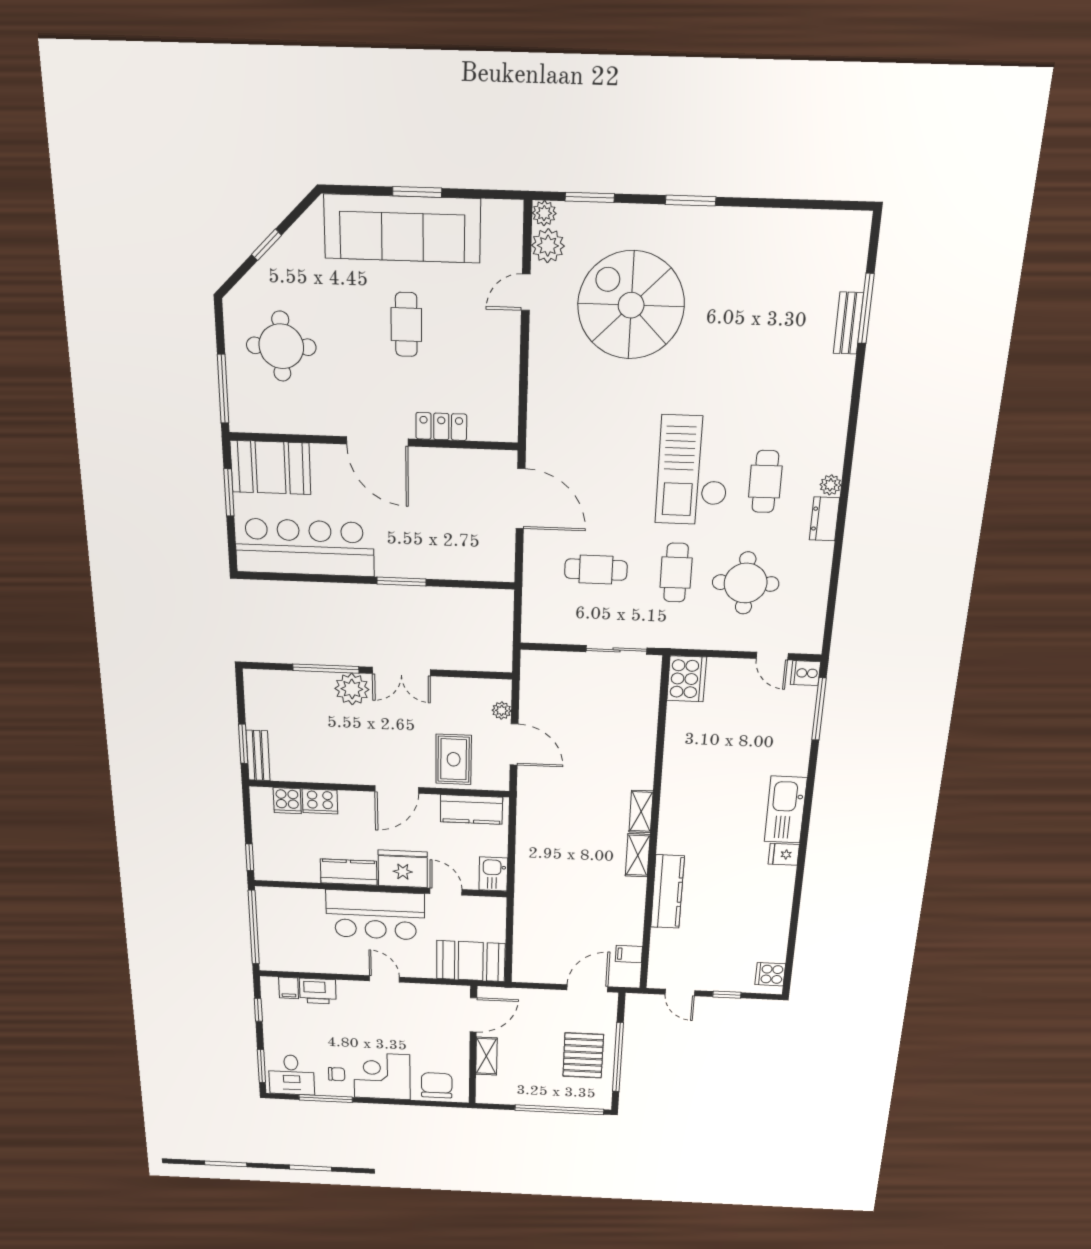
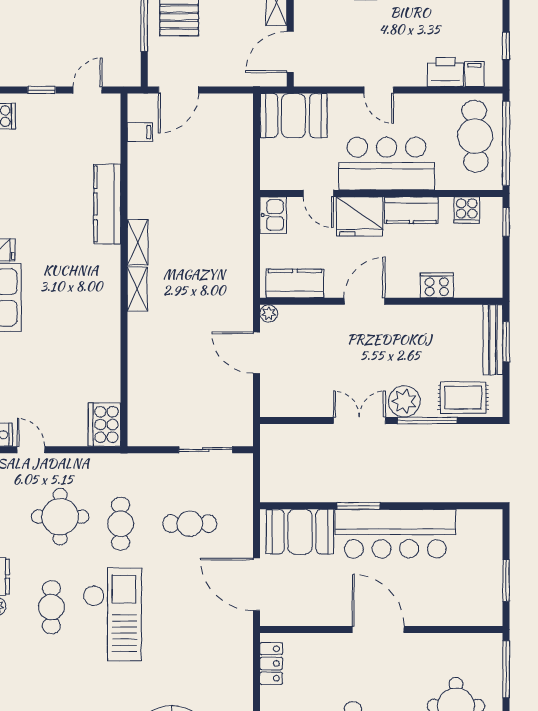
locker: (441, 427) -> (271, 663), moved, turned -90
booth: (271, 468) -> (300, 532), moved
bar counter: (305, 547) -> (395, 534), moved
sliding door: (616, 650) -> (206, 450), moved
plant: (502, 711) -> (269, 313), moved
bench: (258, 755) -> (493, 340), width x1.36
rug: (454, 759) -> (463, 398), moved, turned 90
cooker: (287, 801) -> (467, 210), moved, turned 180
cafe table: (286, 935) -> (475, 136), added
door: (680, 993) -> (88, 90), hinge flipped

